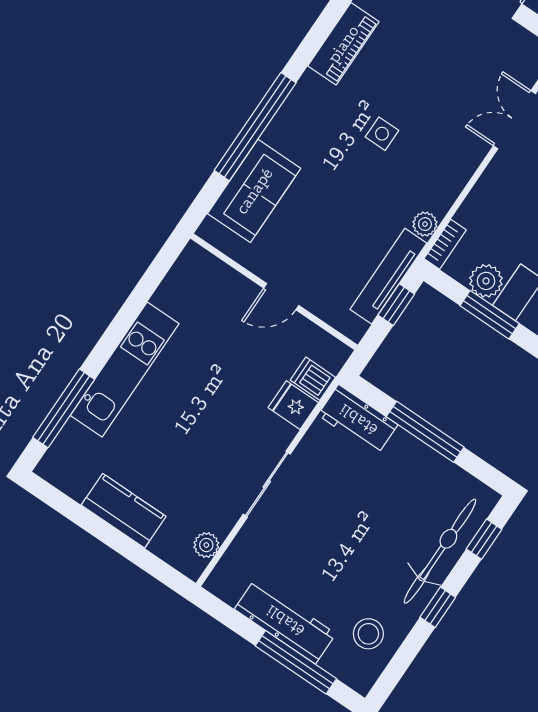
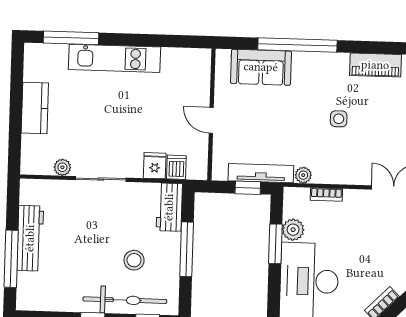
bookcase: (445, 244) -> (326, 194), moved
plant: (206, 545) -> (62, 167), moved
stool: (368, 634) -> (134, 260), moved

